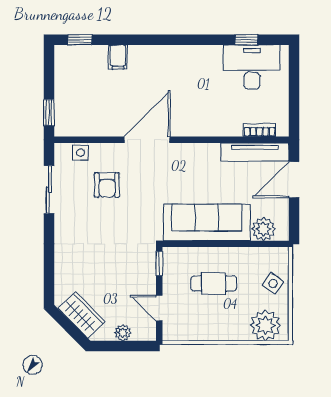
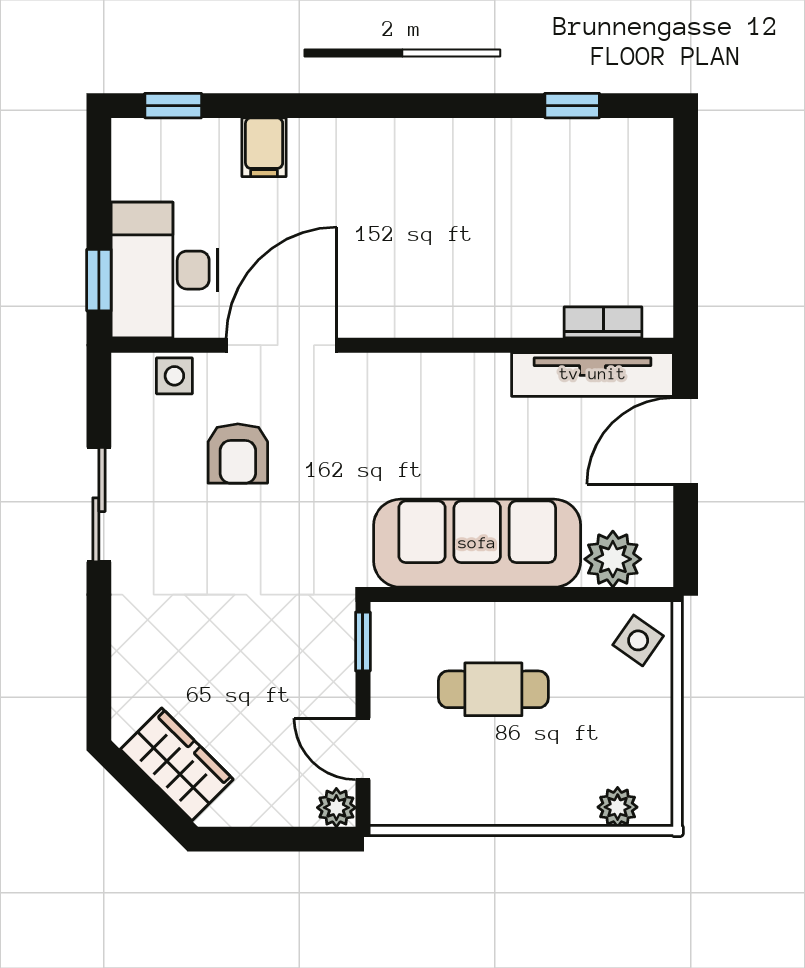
desk: (252, 67) -> (164, 270), moved, turned -90
door: (147, 140) -> (282, 345), moved
sliding door: (49, 190) -> (99, 505), moved
side table: (273, 283) -> (638, 640), moved
plant: (265, 325) -> (618, 807), width x0.53, depth x0.53
plant: (123, 333) -> (336, 808), moved

